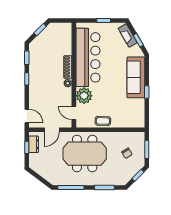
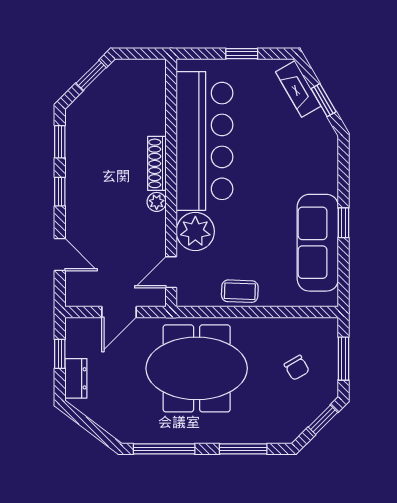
sofa: (136, 77) -> (318, 243), moved
door: (74, 113) -> (171, 272), hinge flipped
door: (27, 116) -> (60, 254), moved
dresser: (34, 144) -> (76, 378), moved

